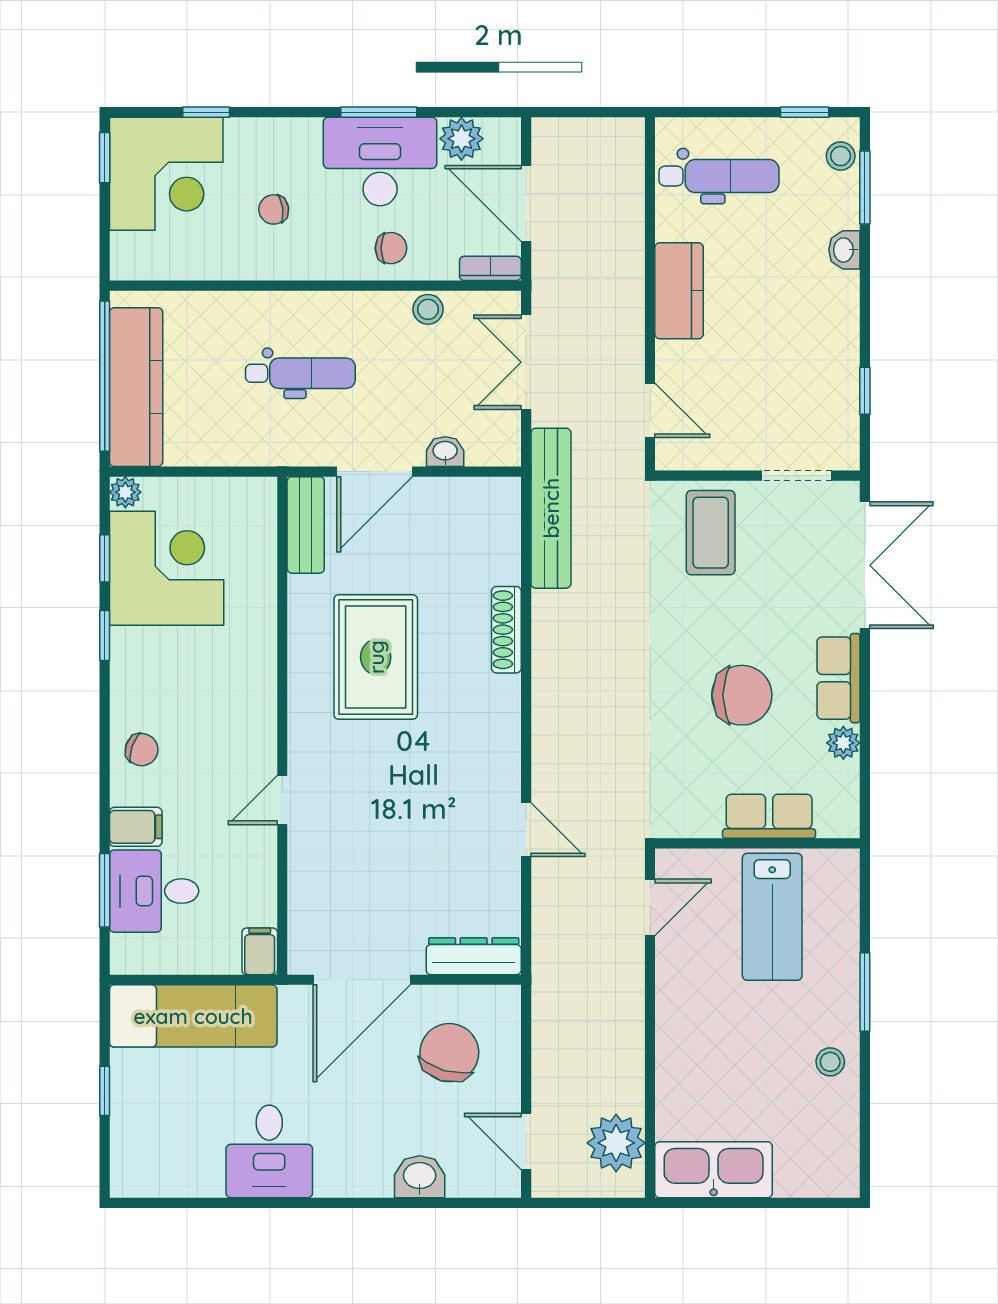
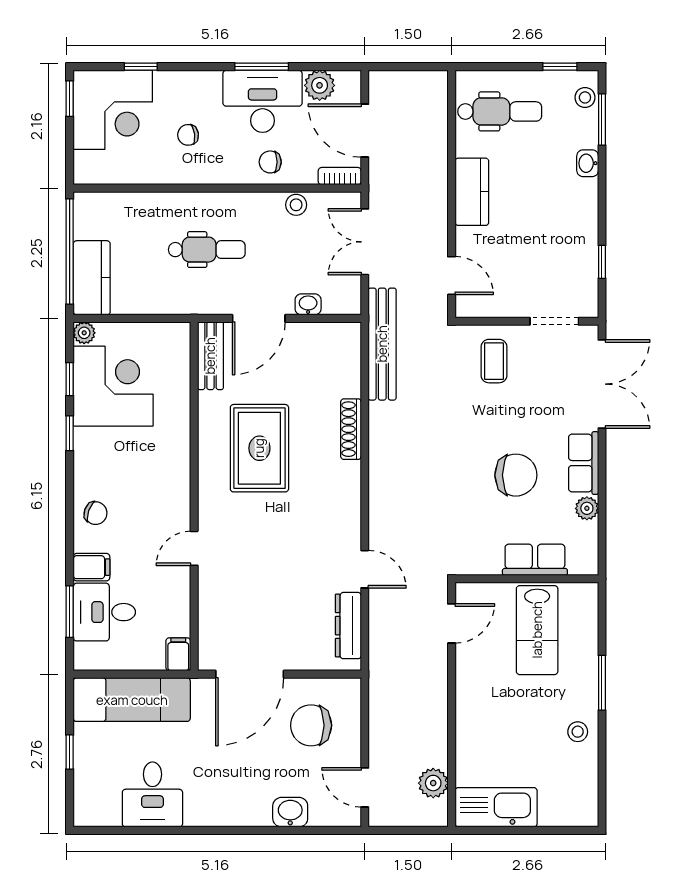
chair: (391, 248) -> (270, 162), turned 180
kitchen counter: (136, 387) -> (92, 278), width x0.67
coffee table: (711, 533) -> (494, 361), width x0.73, depth x0.77
dresser: (474, 956) -> (348, 626), moved, turned -90
chair: (449, 1053) -> (311, 725), turned -106
plant: (616, 1143) -> (433, 783), width x0.73, depth x0.73
desk: (269, 1151) -> (152, 794), moved

